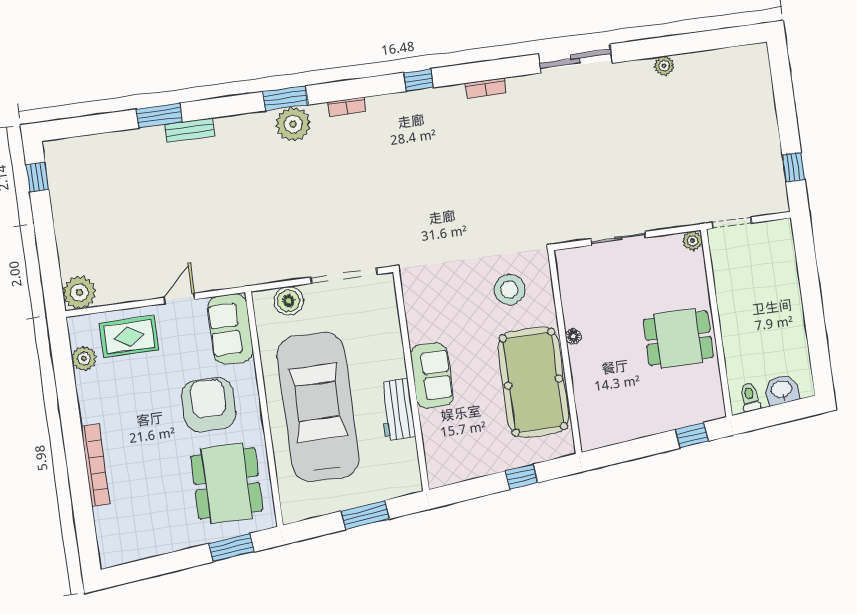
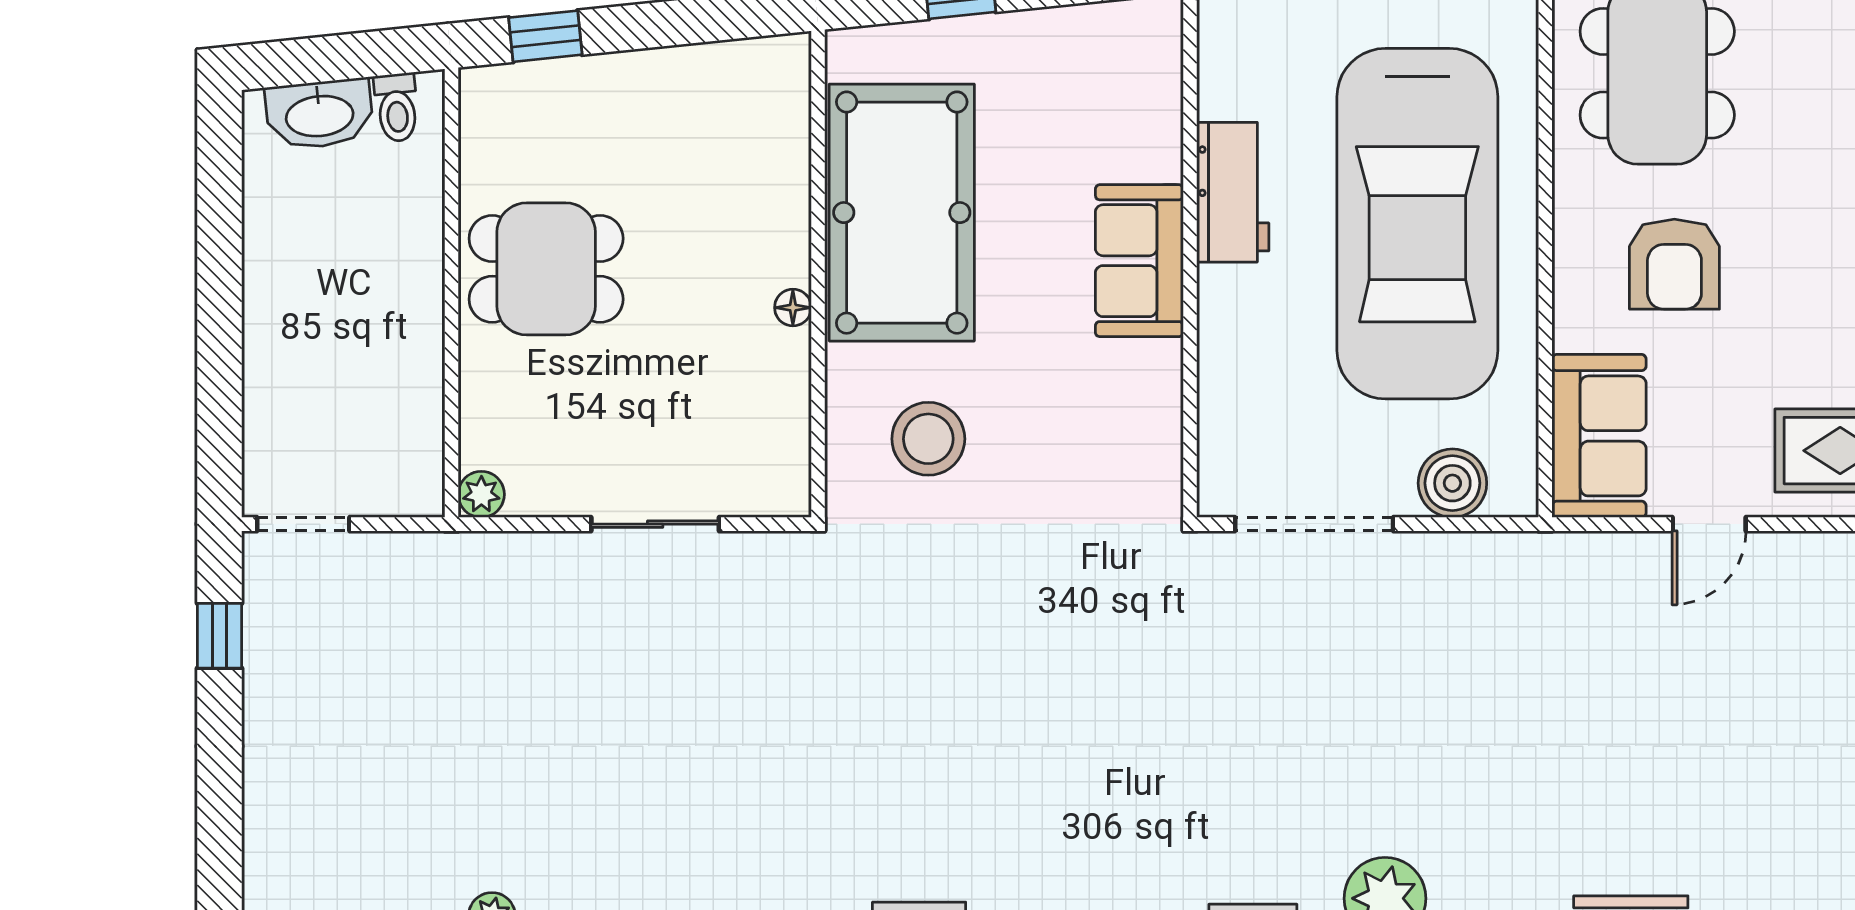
doorway: (732, 223) -> (303, 524), moved
washbasin: (782, 390) -> (319, 114), width x1.38
armchair: (209, 405) -> (1674, 264), width x0.73, depth x0.73

